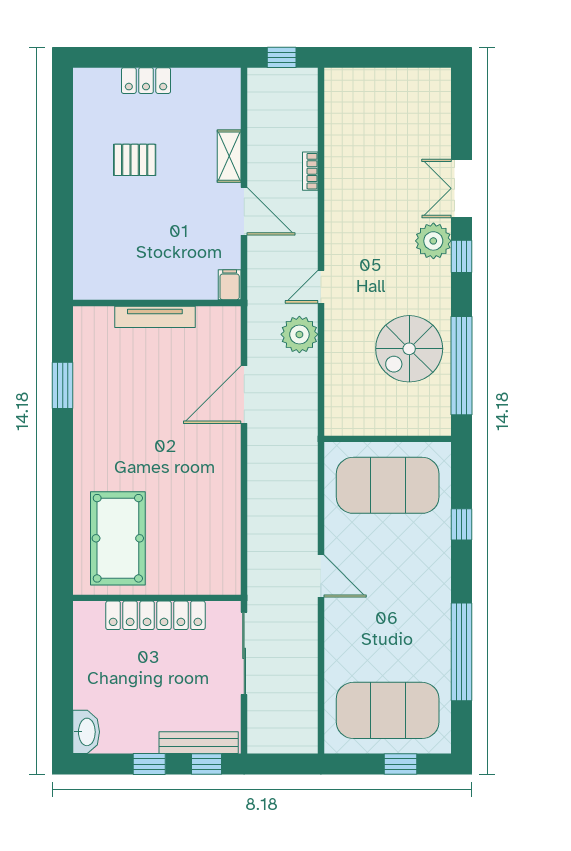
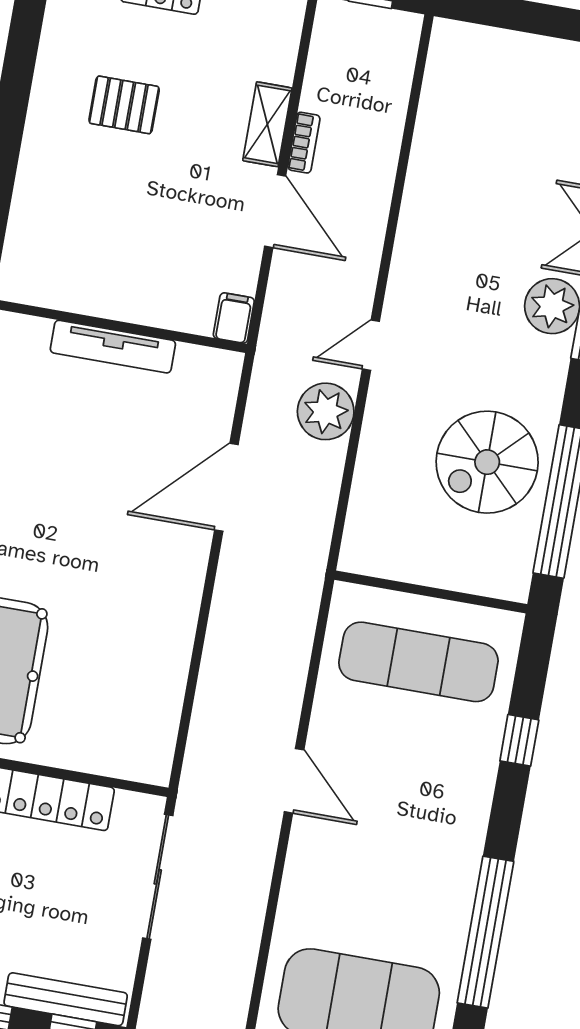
bookcase: (310, 171) -> (304, 143), moved, turned 180
exercise mat: (388, 485) -> (418, 662), width x0.68

